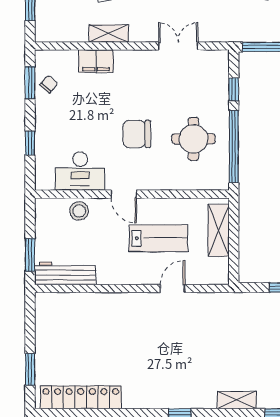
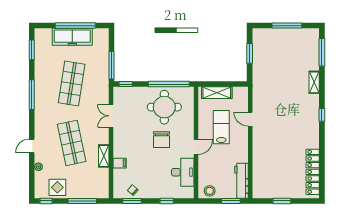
filing cabinet: (96, 61) -> (120, 163), width x0.50
window: (234, 89) -> (126, 84), moved
round table: (194, 139) -> (164, 107), width x1.36, depth x1.36
stool: (79, 211) -> (210, 191), moved
window: (30, 369) -> (282, 201), moved

